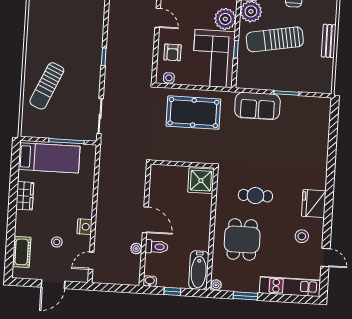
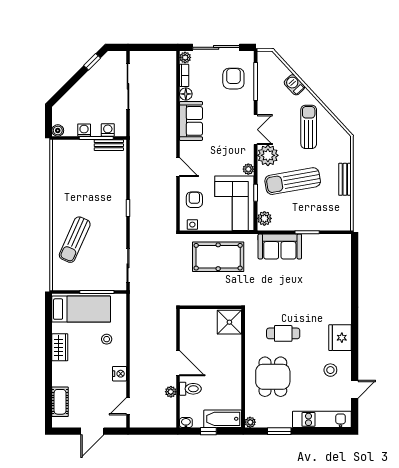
plant: (225, 19) -> (248, 169), width x0.53, depth x0.53
armchair: (173, 52) -> (194, 200), turned 180
plant: (243, 76) -> (264, 218), added
stool: (57, 242) -> (107, 339), moved
door: (325, 258) -> (355, 389), hinge flipped
bathtub: (199, 270) -> (223, 419), moved, turned 90

